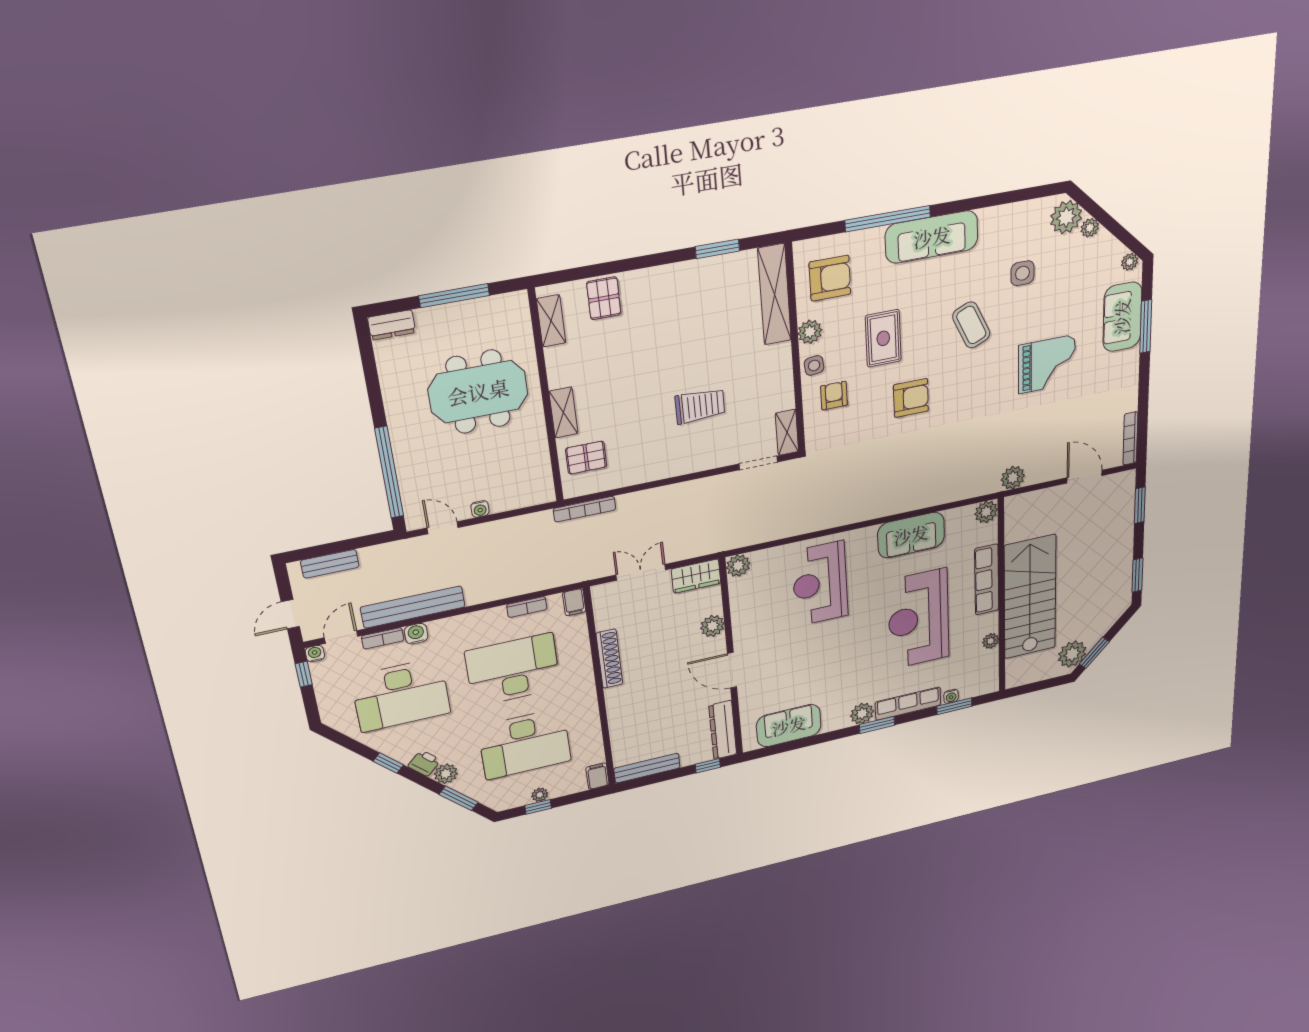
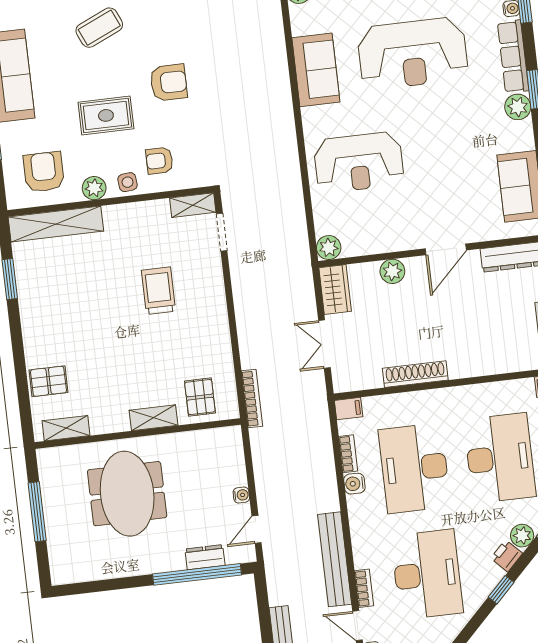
dresser: (392, 325) -> (205, 557), moved, turned -90
armchair: (911, 398) -> (169, 83), turned 90
water cooler: (416, 634) -> (354, 484), moved

